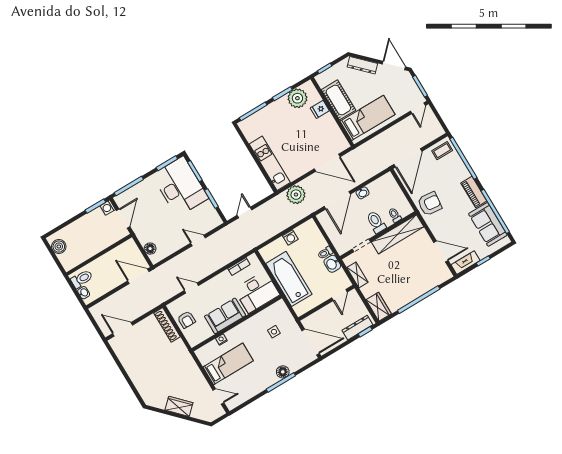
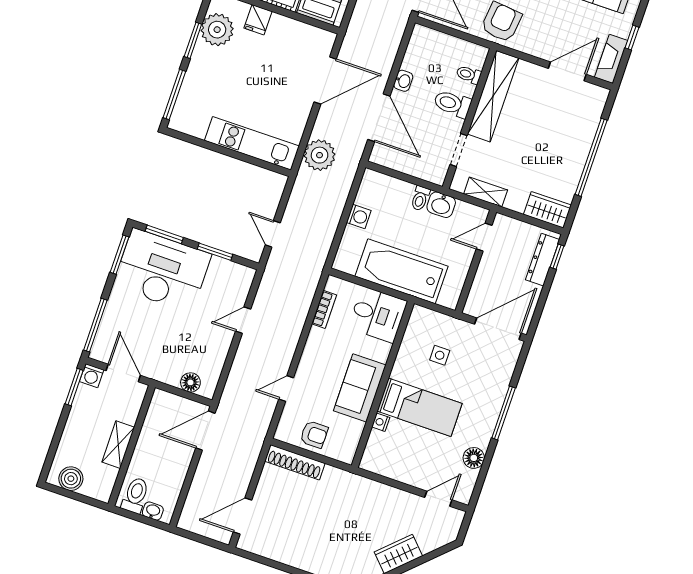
shelving: (93, 249) -> (118, 445), added
desk: (257, 292) -> (378, 315), width x0.73
door: (339, 295) -> (484, 237), swing flipped
bed: (228, 364) -> (420, 407), moved, turned 90
floor lamp: (283, 372) -> (474, 458), moved

